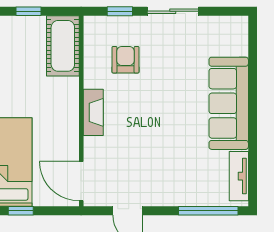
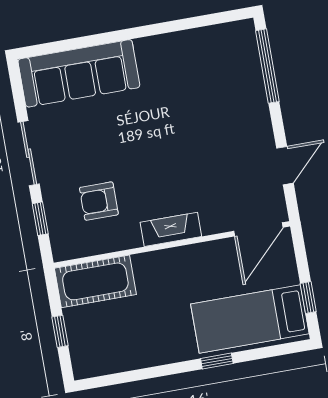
sofa: (229, 103) -> (79, 73), moved
tv unit: (239, 176) -> (218, 36), removed

